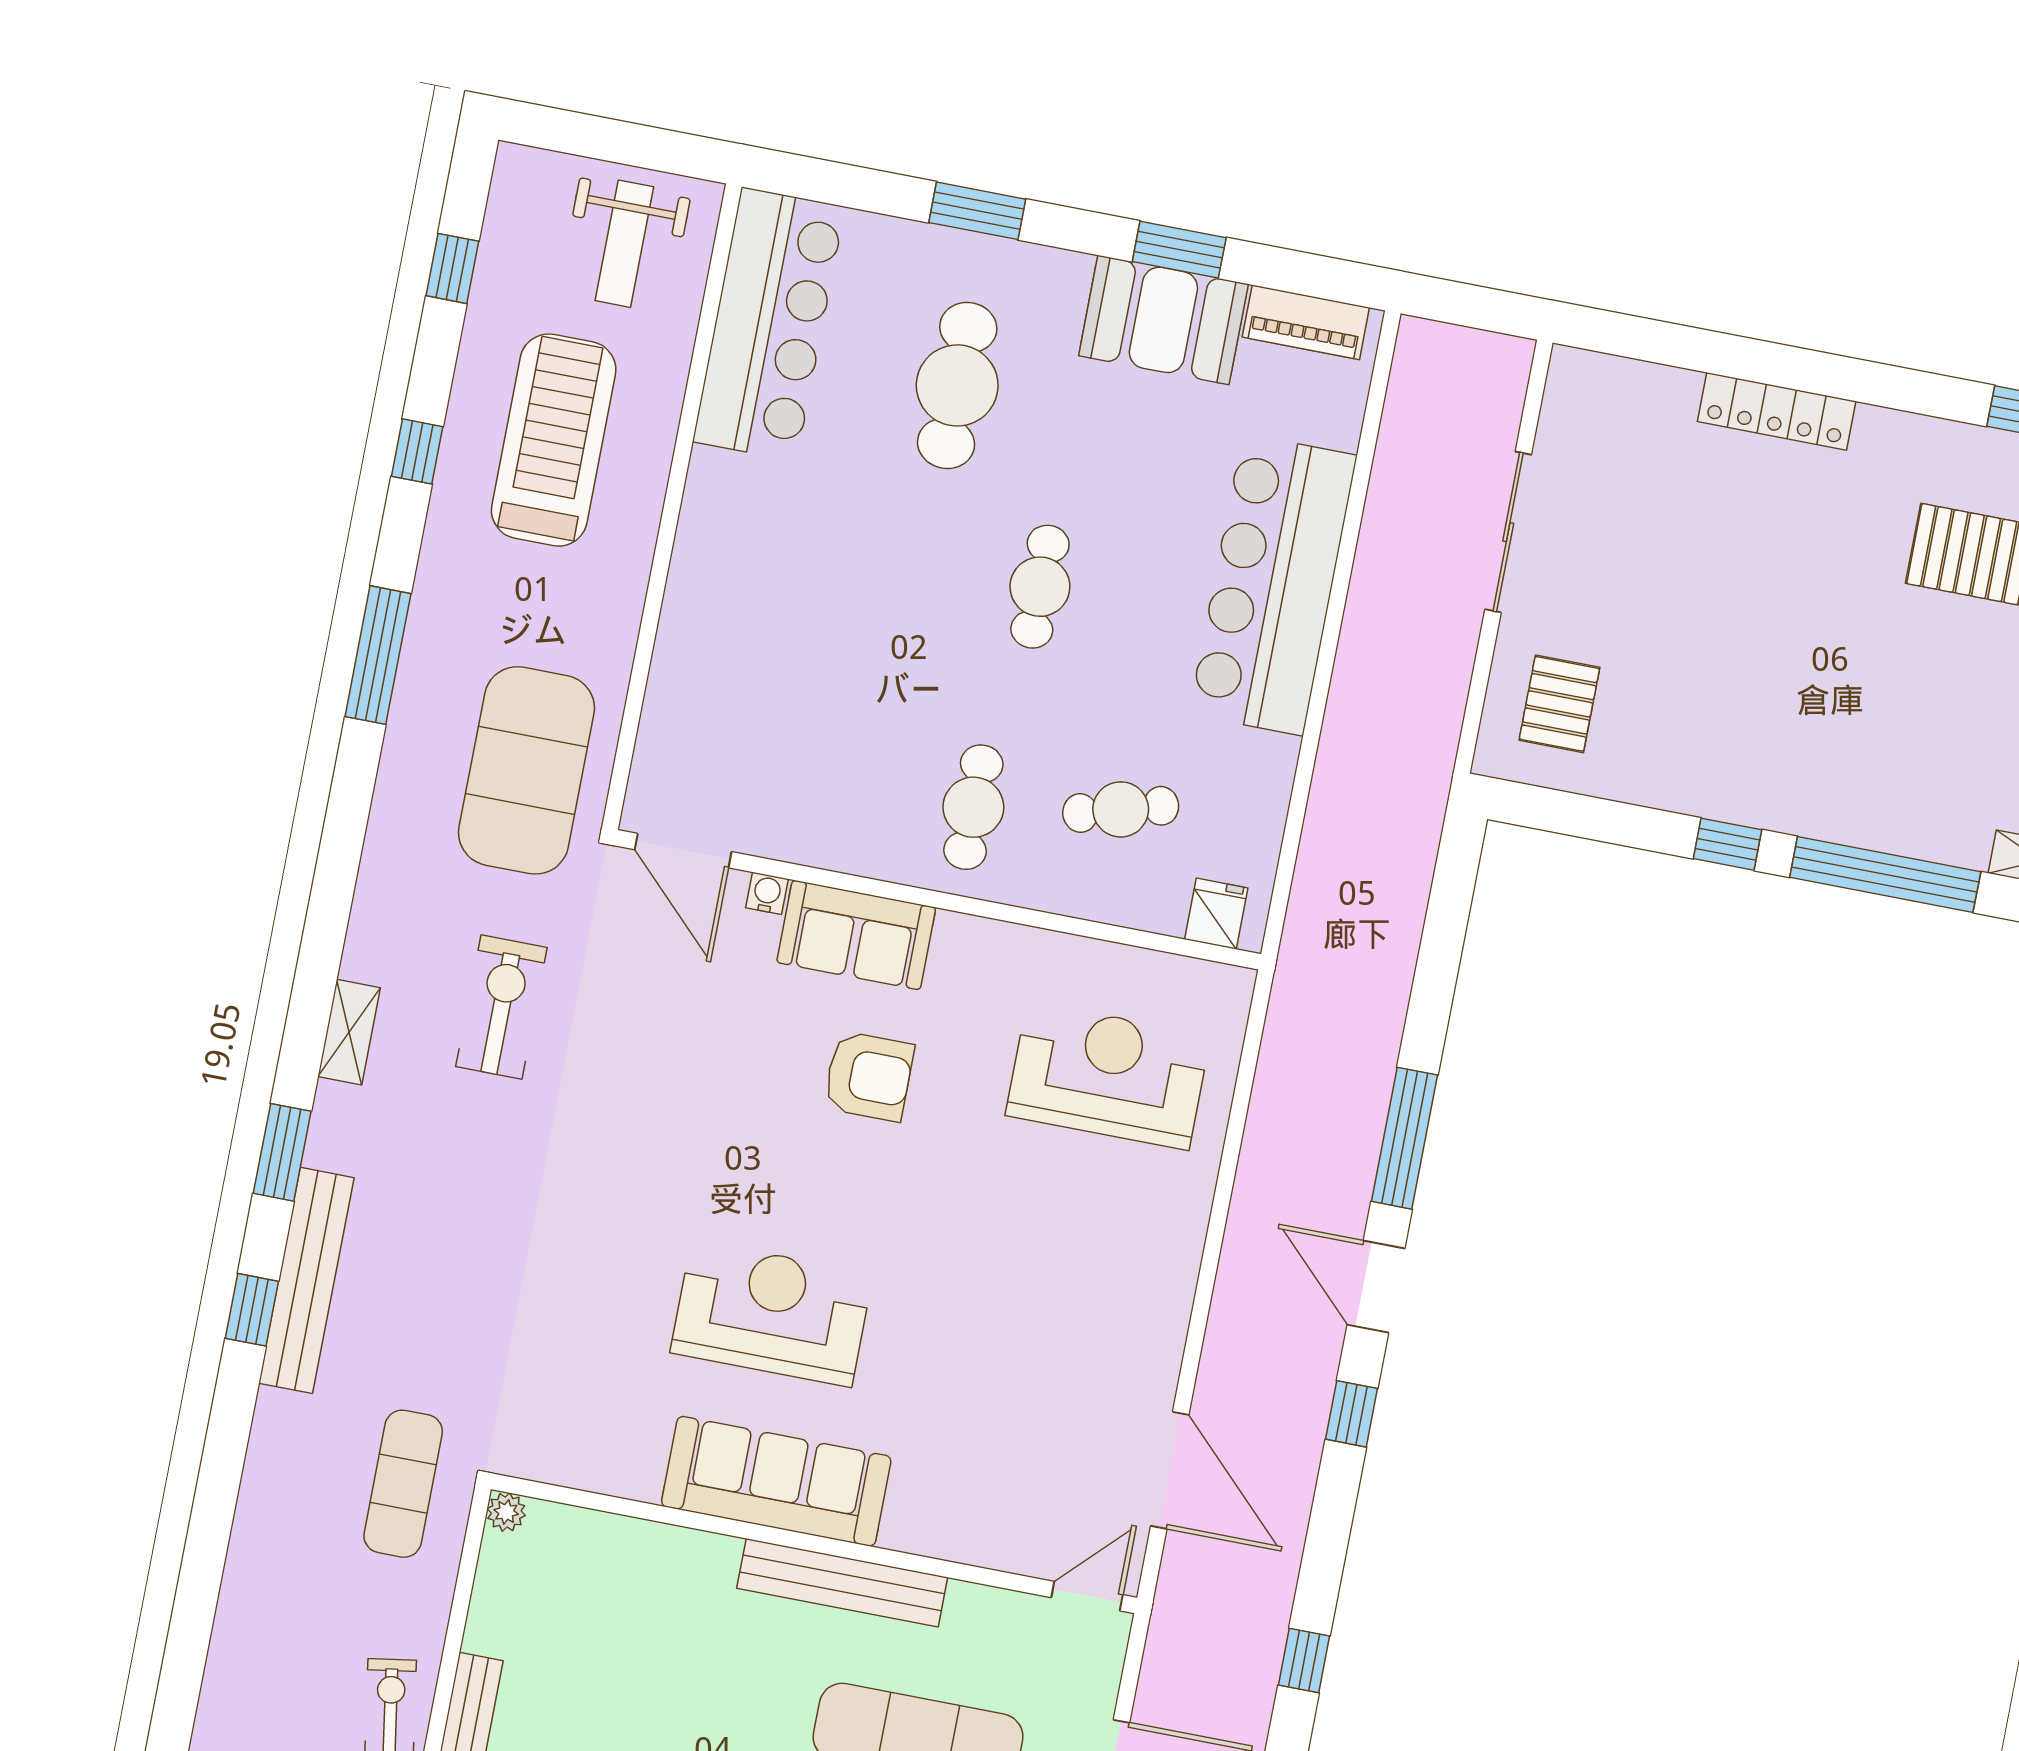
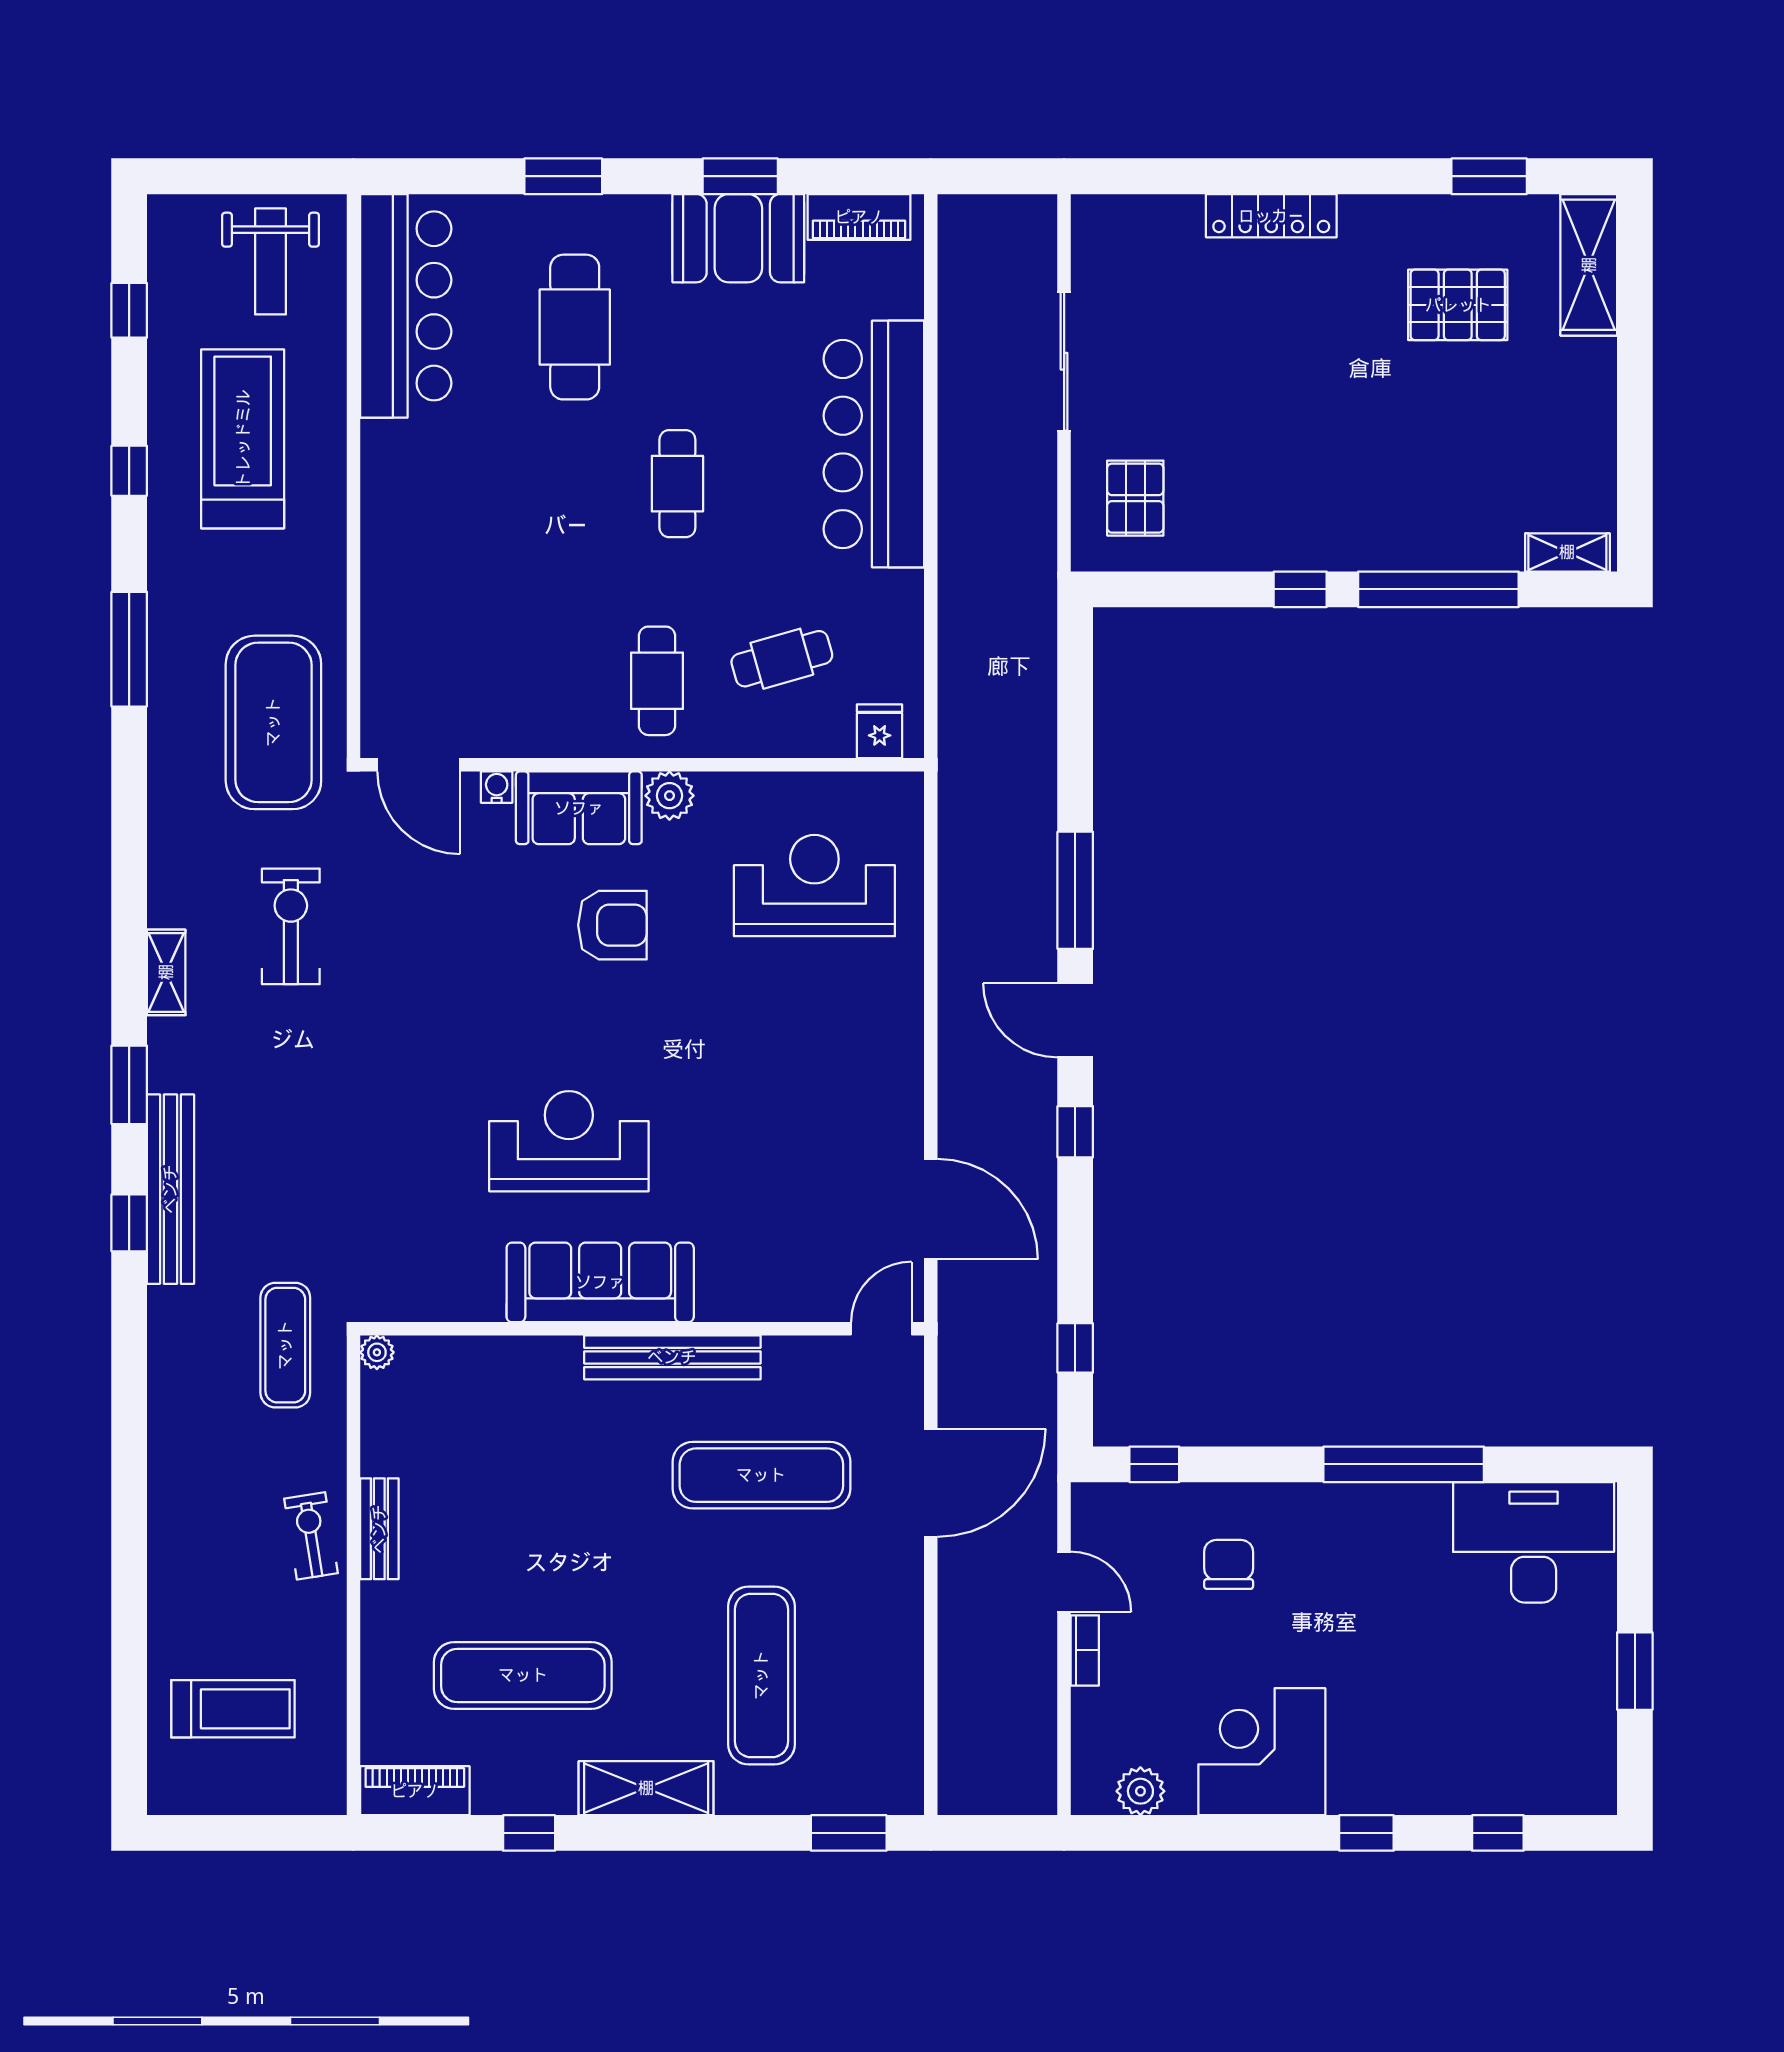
plant: (962, 941) -> (669, 796), added

